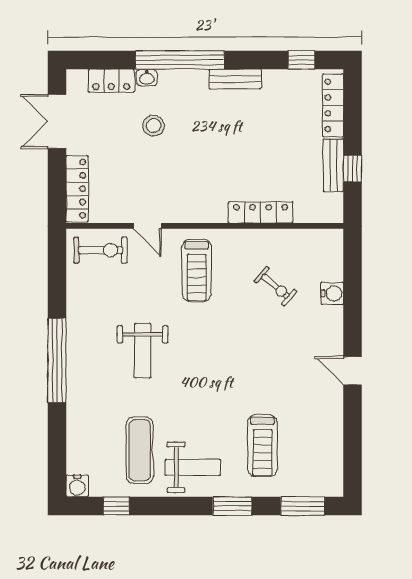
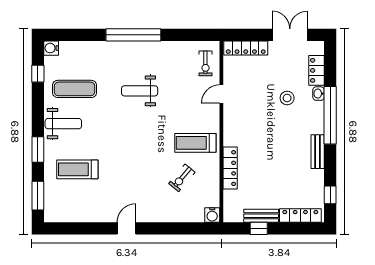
exercise bike: (101, 250) -> (205, 63), width x0.73, depth x0.72
treadmill: (197, 270) -> (195, 143), moved
water cooler: (332, 293) -> (212, 215), moved
weight bench: (193, 467) -> (63, 124), turned -90

